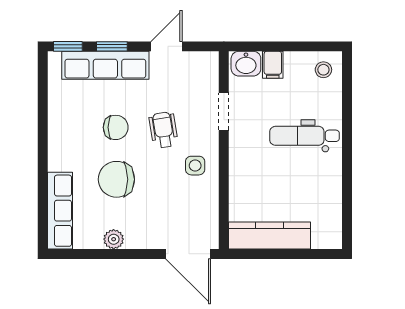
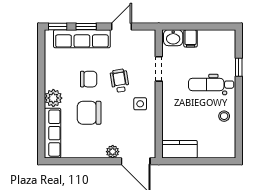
stool: (323, 70) -> (224, 116), moved
window: (347, 109) -> (239, 67), added
plant: (61, 157) -> (53, 98), added
kitchen counter: (269, 236) -> (180, 149), width x0.67
plant: (114, 239) -> (113, 152), moved

